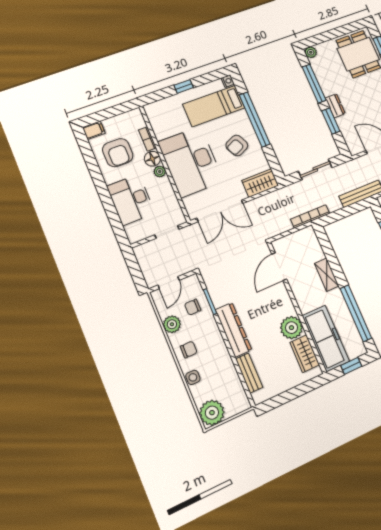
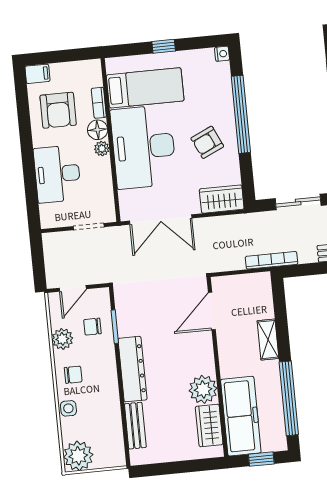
bed: (214, 106) -> (145, 88), moved, turned 180

